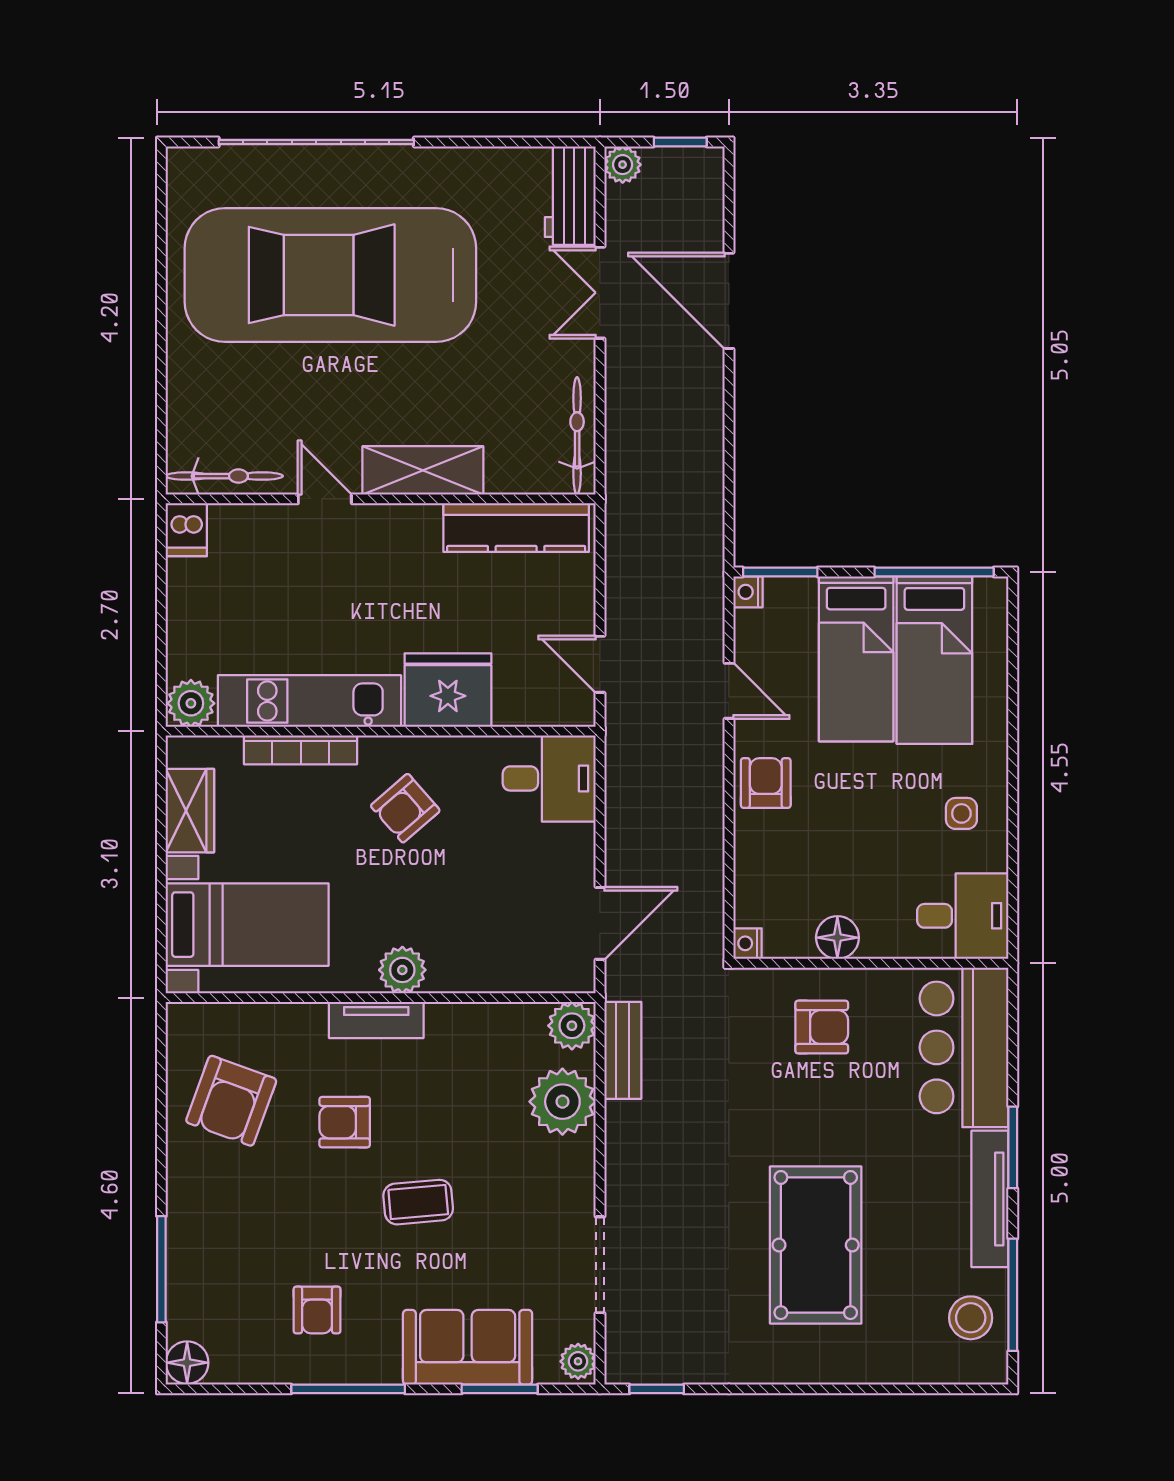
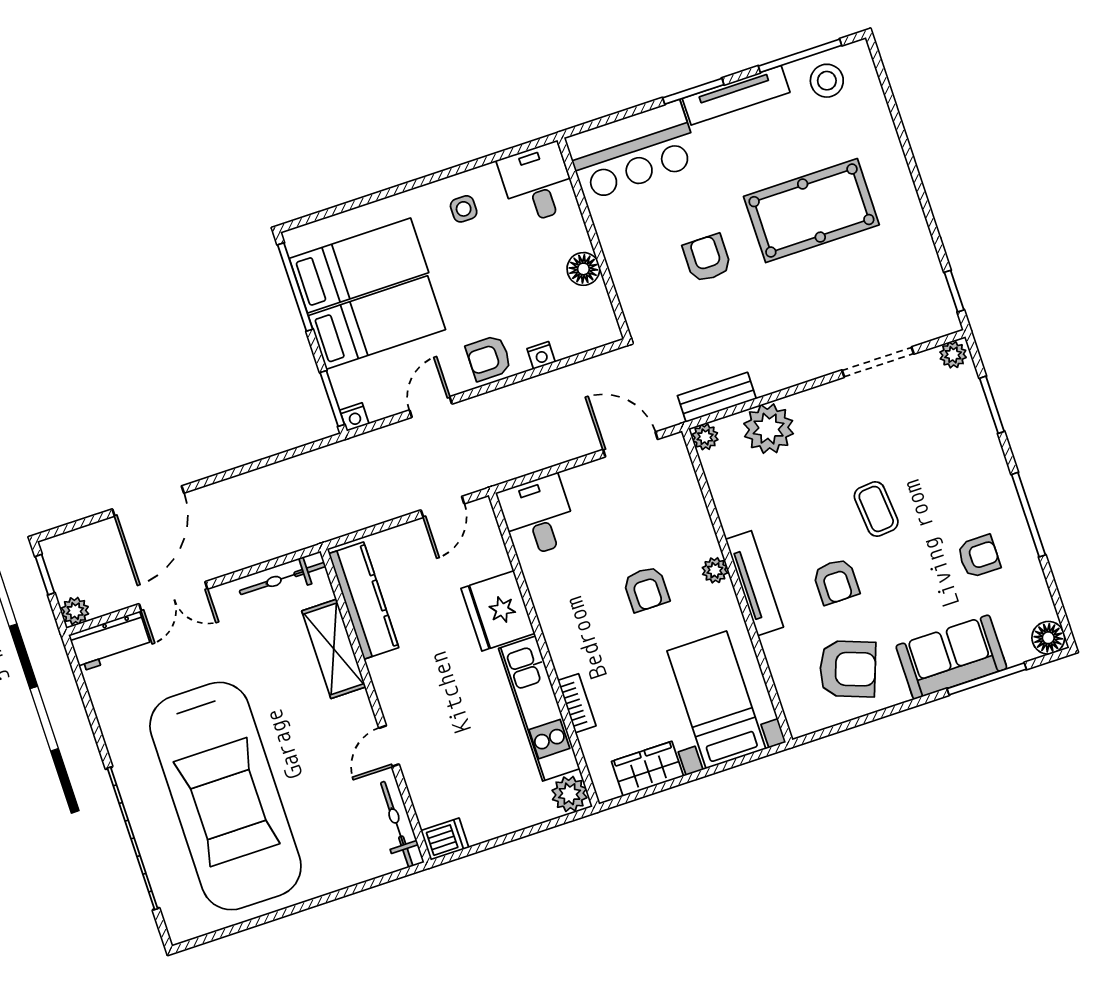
shelving: (423, 470) -> (334, 649), moved
bookcase: (301, 750) -> (577, 703), width x0.64
armchair: (405, 808) -> (646, 589), moved, turned 41
nightstand: (747, 943) -> (541, 355), moved
plant: (402, 970) -> (715, 570), width x0.73, depth x0.73
tv unit: (376, 1020) -> (754, 583), width x1.41
plant: (572, 1026) -> (705, 437), width x0.73, depth x0.73
armchair: (822, 1027) -> (707, 258), moved
sofa: (468, 1347) -> (951, 657), moved, turned 90

